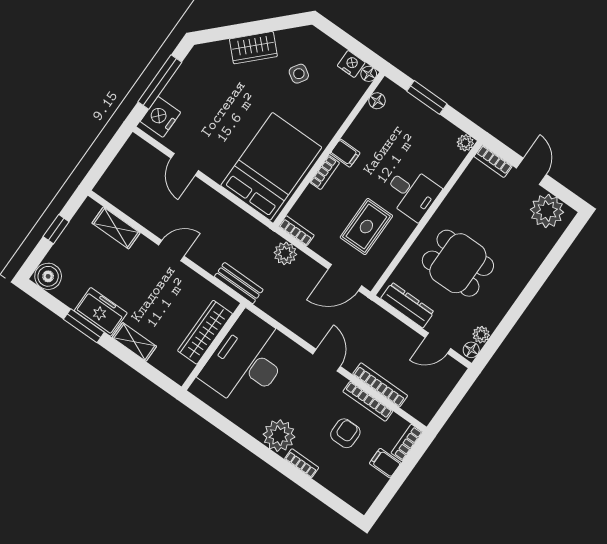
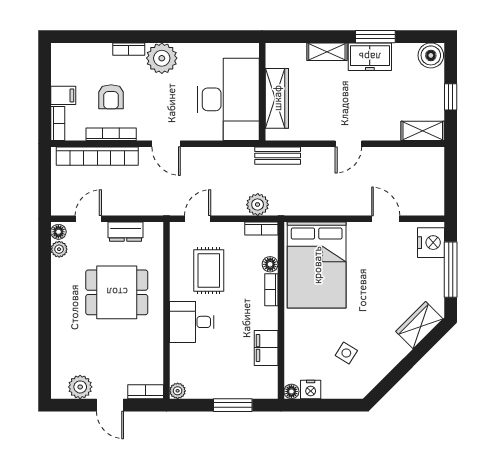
wardrobe: (253, 48) -> (419, 325), moved
floor lamp: (377, 101) -> (270, 264), moved
filing cabinet: (345, 153) -> (266, 348), moved, width x2.00
plant: (547, 211) -> (80, 387), width x0.73, depth x0.73
shelving: (116, 228) -> (423, 131), moved
door: (345, 277) -> (198, 219), width x0.73
dresser: (407, 305) -> (126, 232), width x0.70
bookcase: (380, 385) -> (97, 156), width x1.48, depth x1.31

